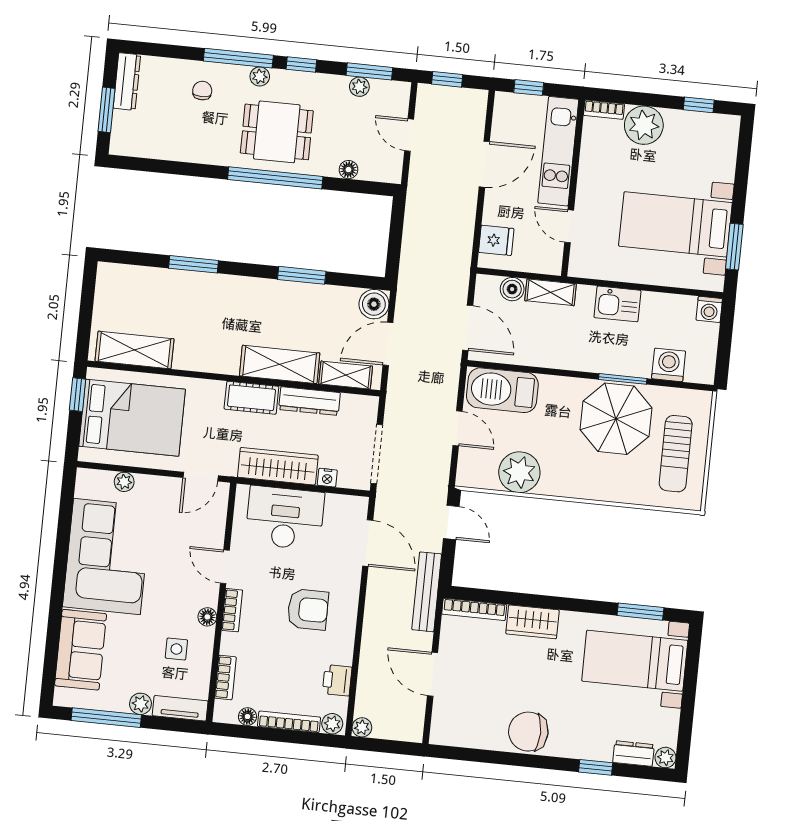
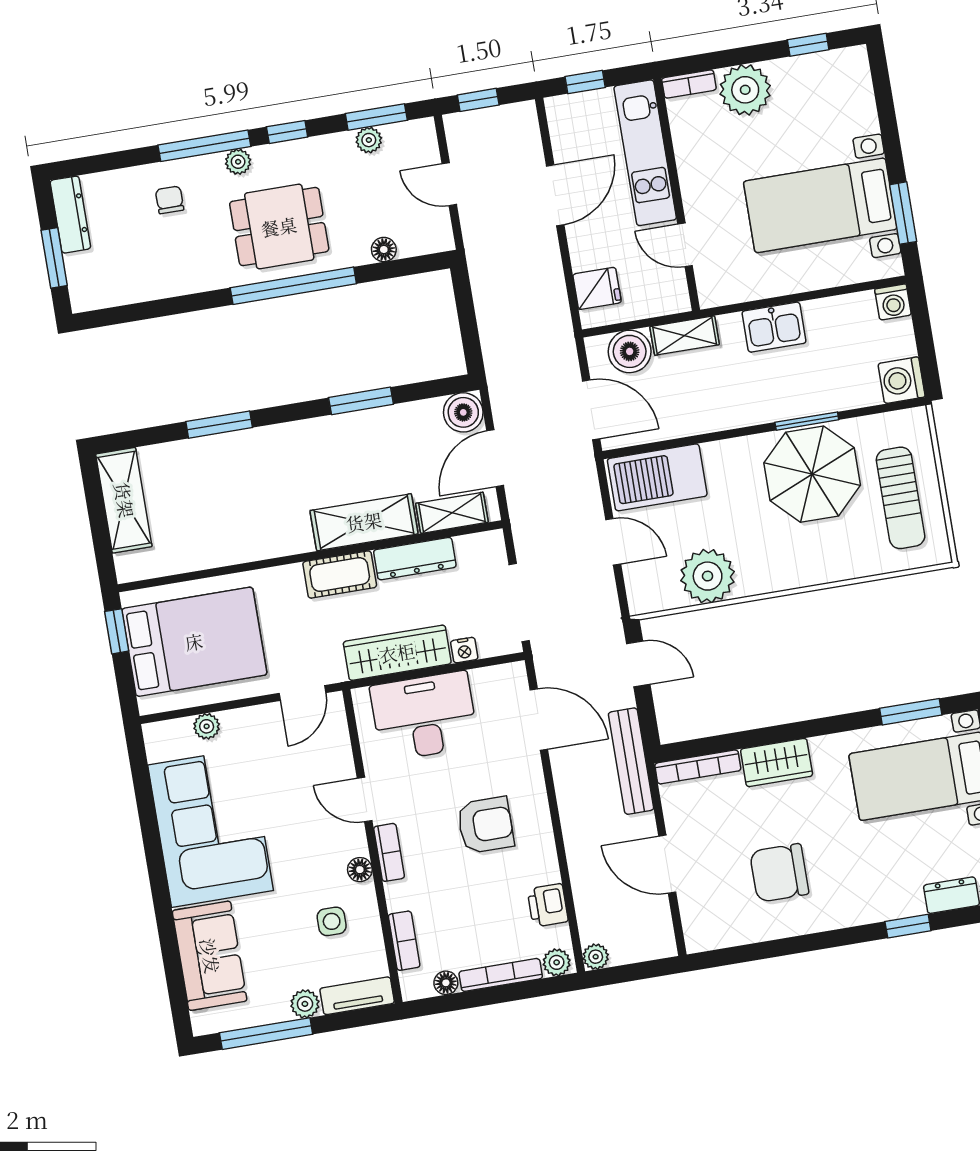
boiler: (512, 289) -> (630, 351), width x1.36, depth x1.36
shelving: (135, 350) -> (124, 500), moved, turned 90
washing machine: (669, 365) -> (902, 380), moved, turned -90
chair: (528, 732) -> (779, 873), moved

